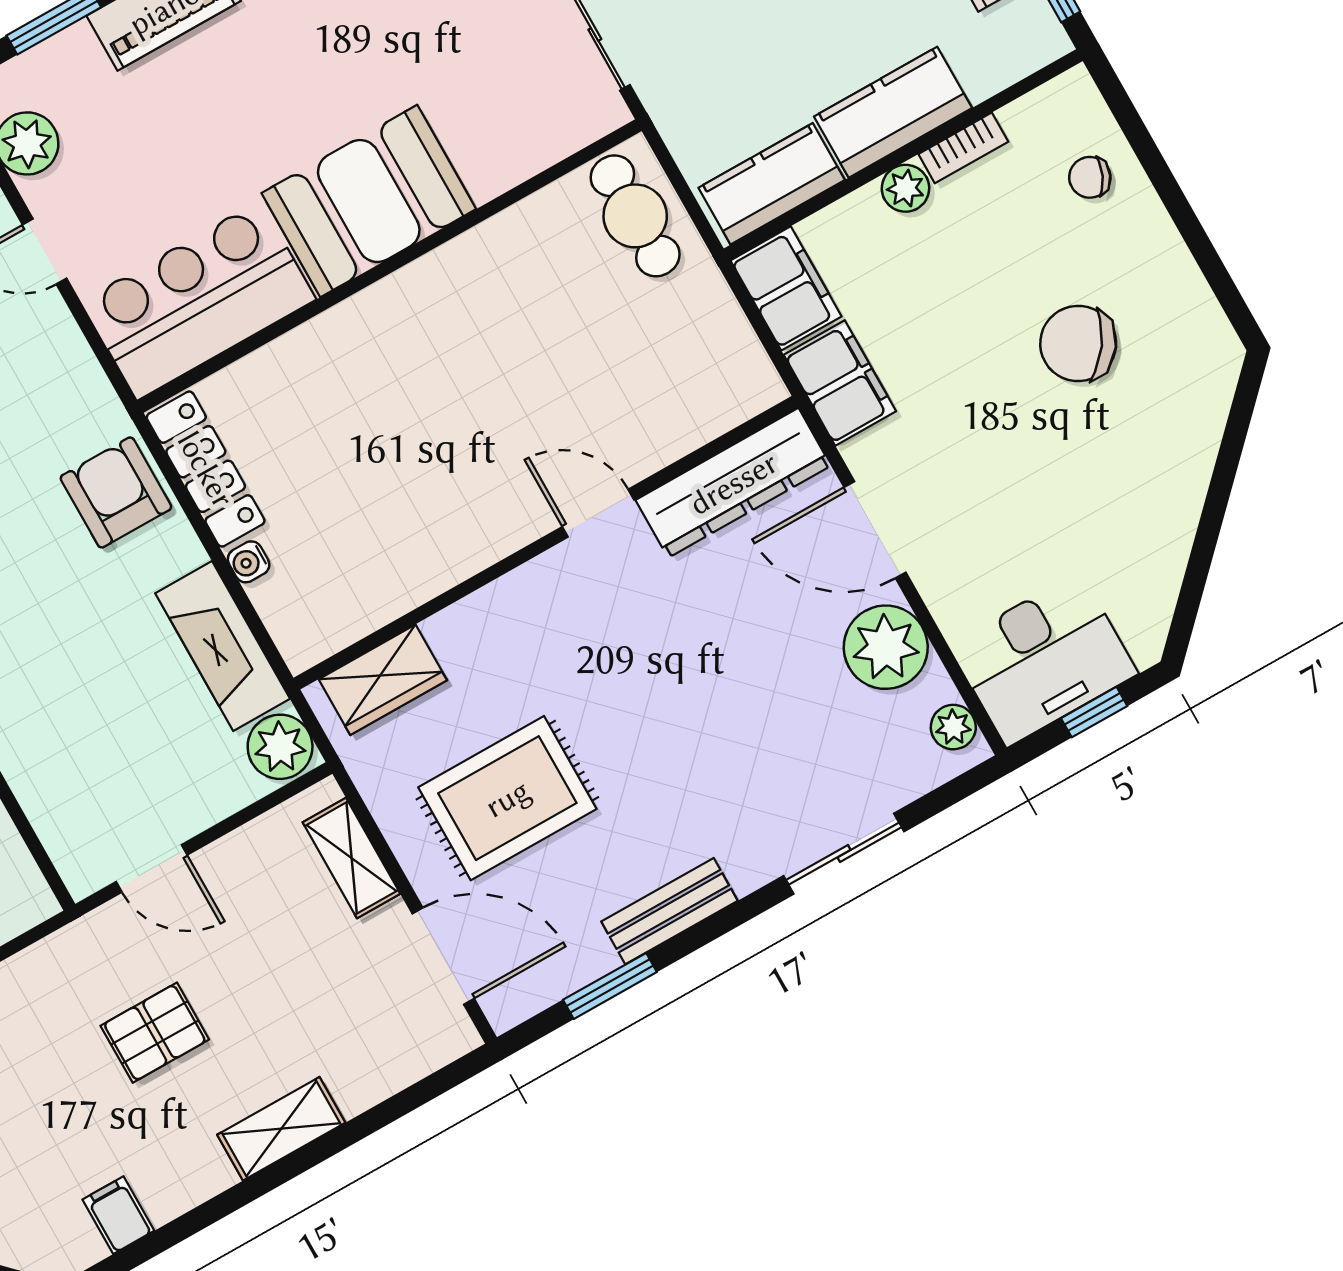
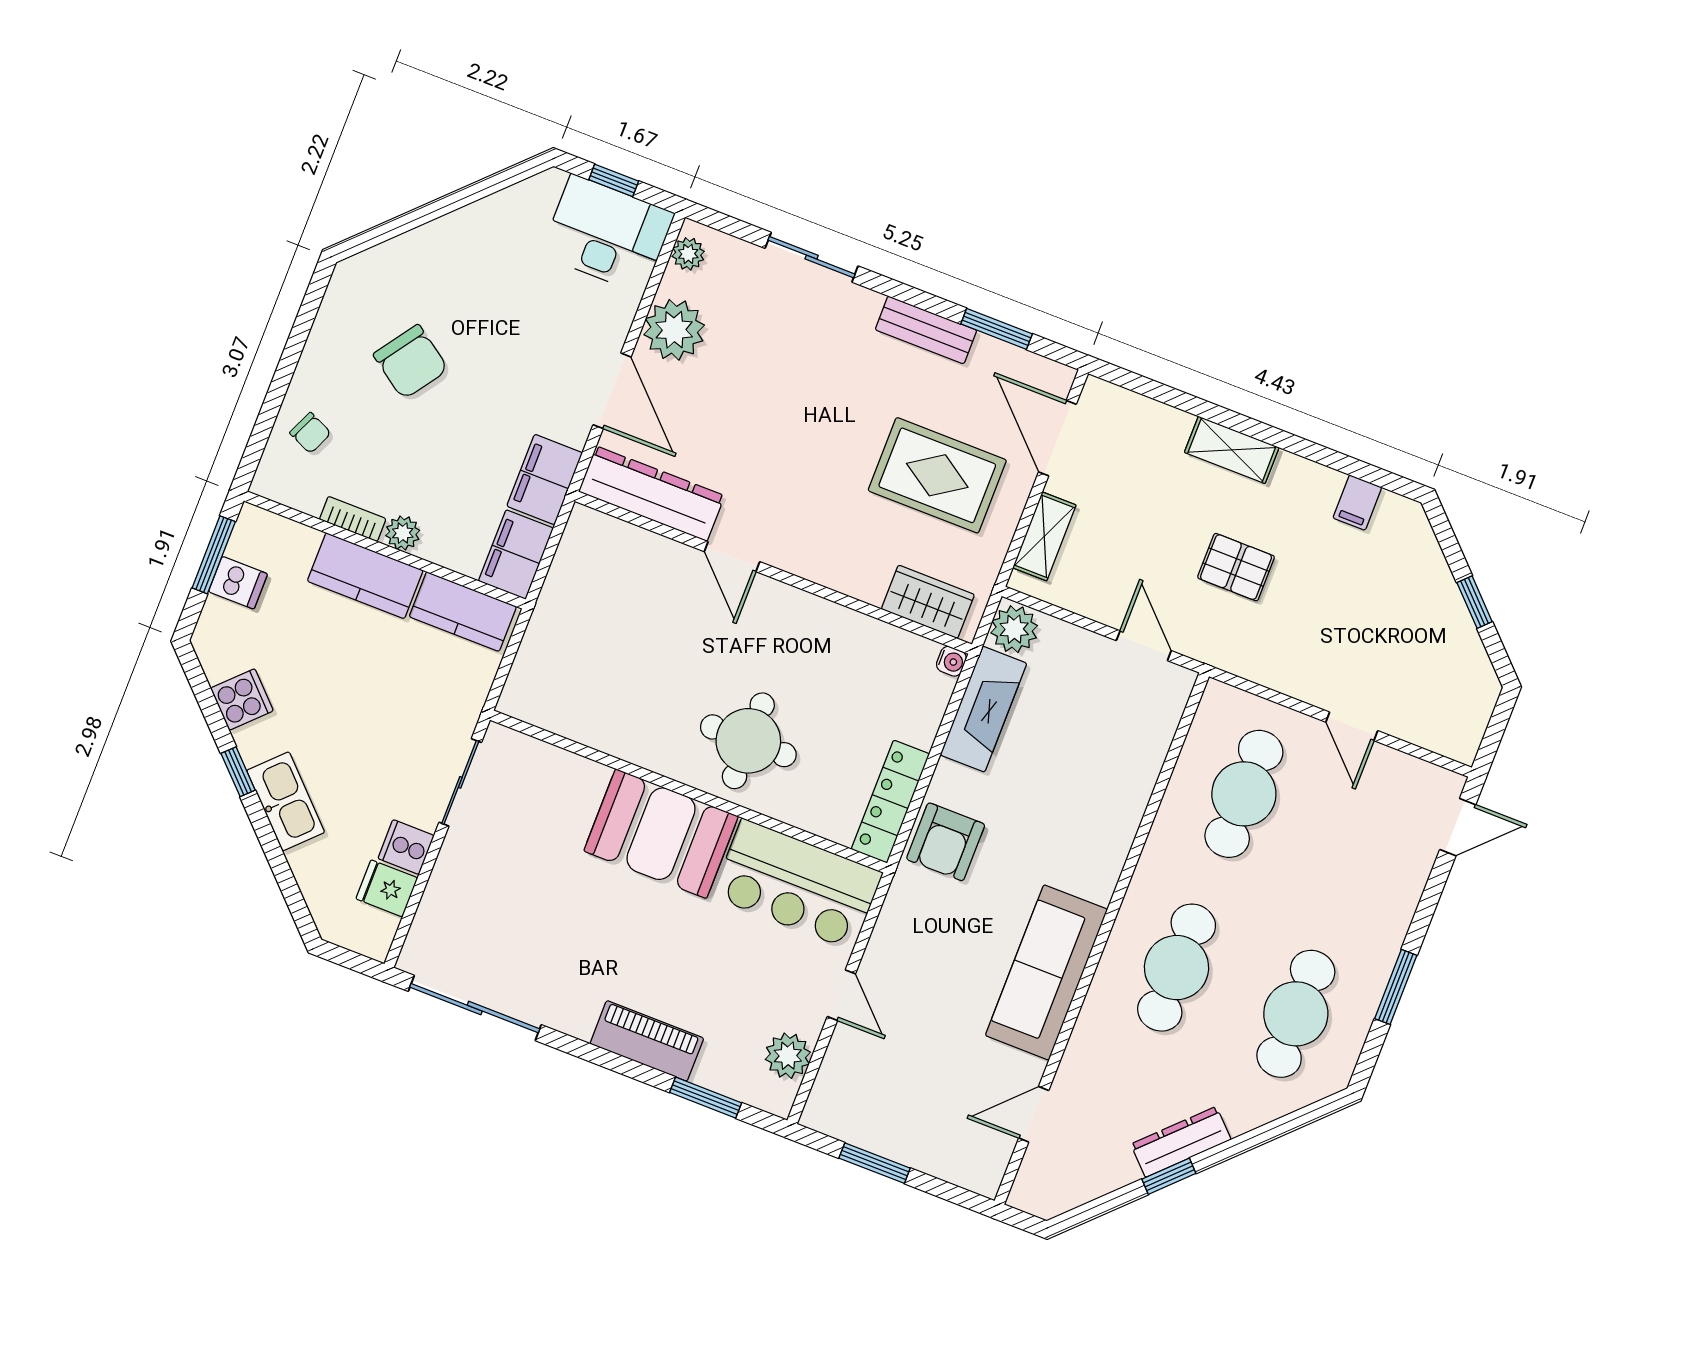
cafe table: (635, 216) -> (545, 675), removed
round table: (391, 372) -> (748, 741), added
water cooler: (249, 562) -> (951, 661), moved

